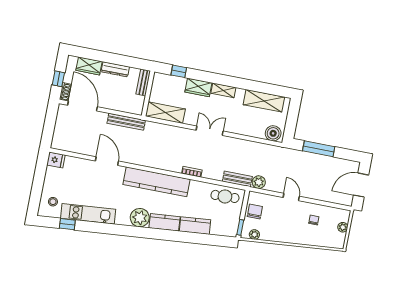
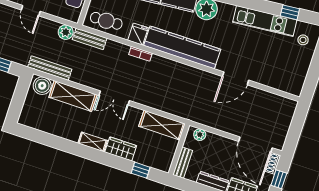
shelving: (264, 101) -> (73, 96), moved
plant: (132, 108) -> (200, 135), added
bench: (126, 122) -> (50, 68), moved
fridge: (56, 160) -> (138, 34), moved, turned 90
door: (107, 161) -> (236, 78), hinge flipped

